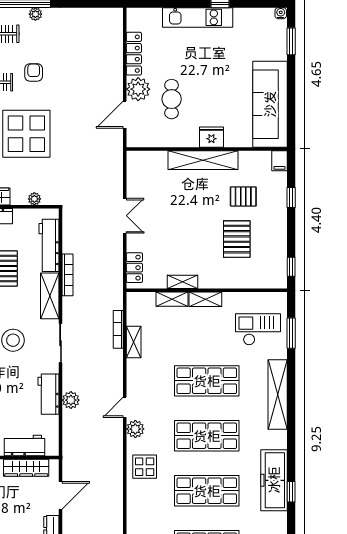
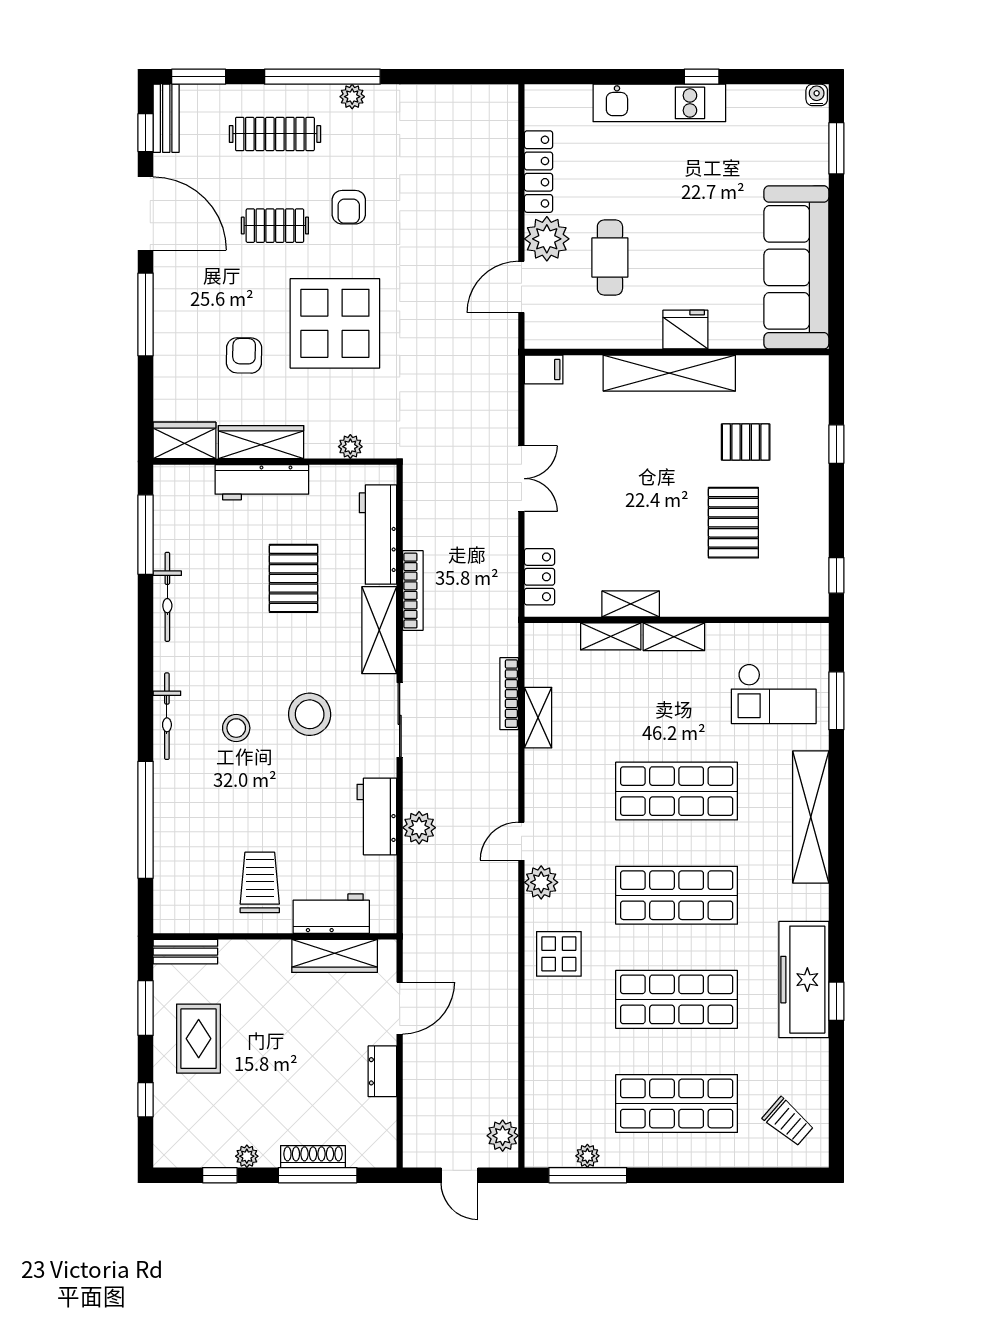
armchair: (34, 72) -> (349, 207), turned 180
filing cabinet: (279, 161) -> (544, 370), moved, turned -90
checkout: (258, 329) -> (774, 694), turned 180

